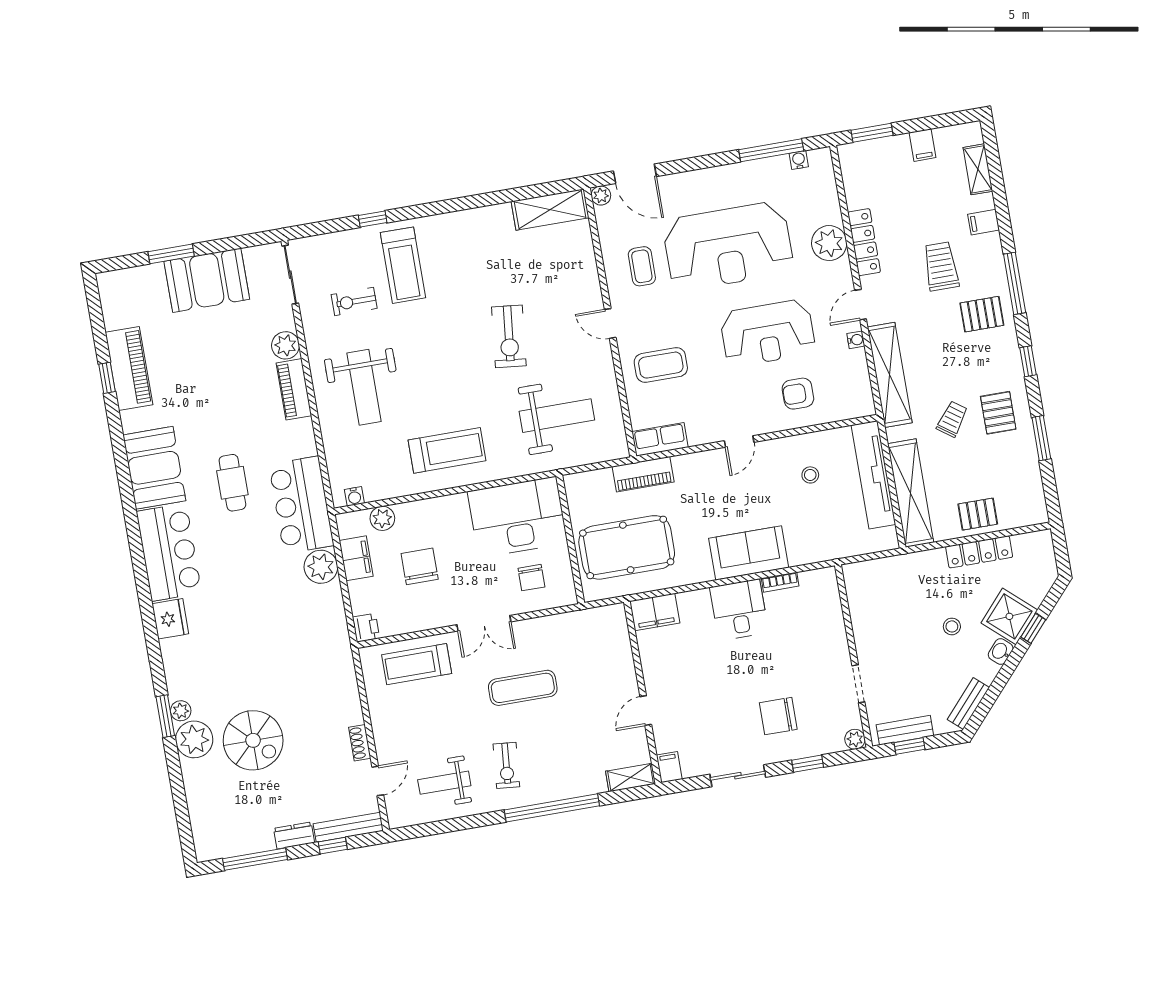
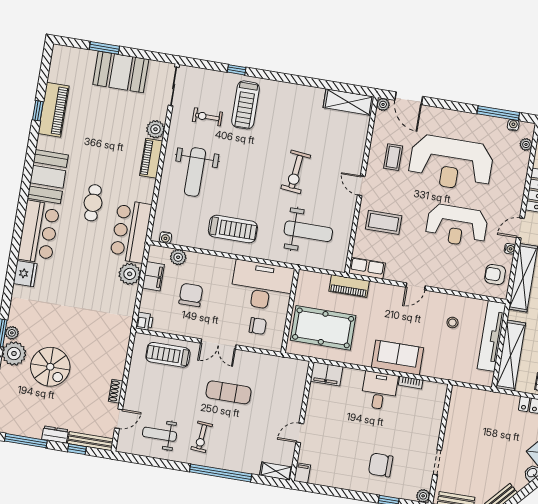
plant: (829, 243) -> (526, 144), moved, width x0.53, depth x0.53
armchair: (798, 394) -> (495, 274), moved
chair: (531, 578) -> (258, 326), turned -90
stool: (952, 626) -> (507, 447), removed
sliding door: (738, 776) -> (343, 493), removed

